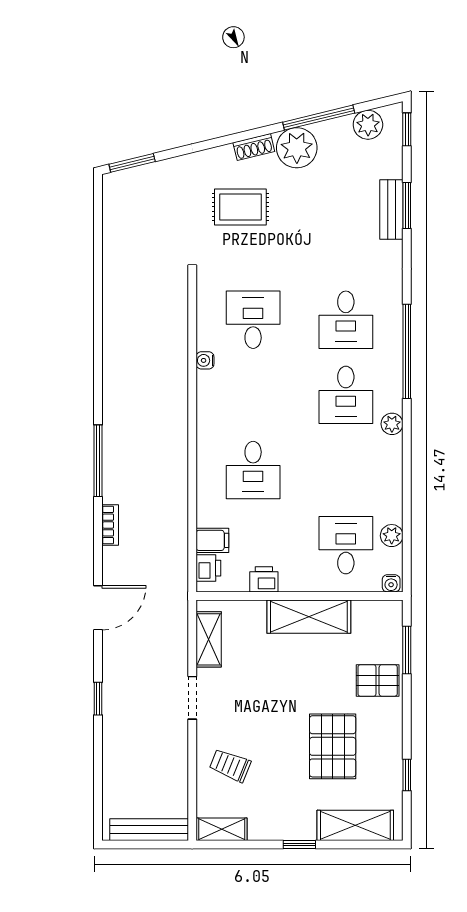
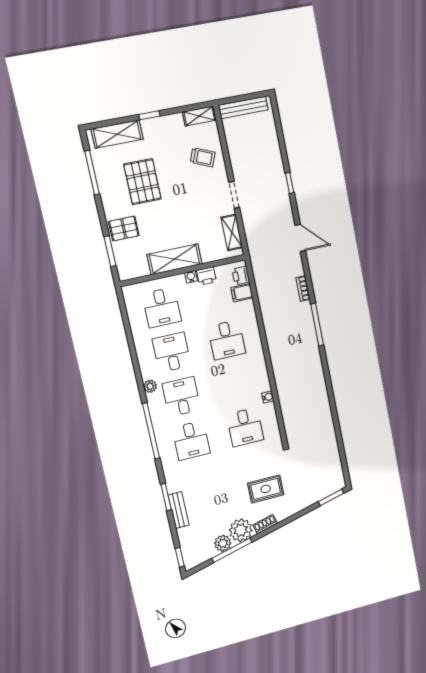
plant: (368, 125) -> (223, 543), moved
window: (407, 205) -> (166, 497), moved
desk: (346, 320) -> (191, 440), turned 180
desk: (253, 470) -> (227, 340), turned 180
desk: (346, 470) -> (172, 352), added
plant: (392, 536) -> (135, 319), removed
water cooler: (391, 583) -> (191, 277), moved
door: (98, 608) -> (300, 238), swing flipped
window: (407, 775) -> (92, 173), width x2.17

